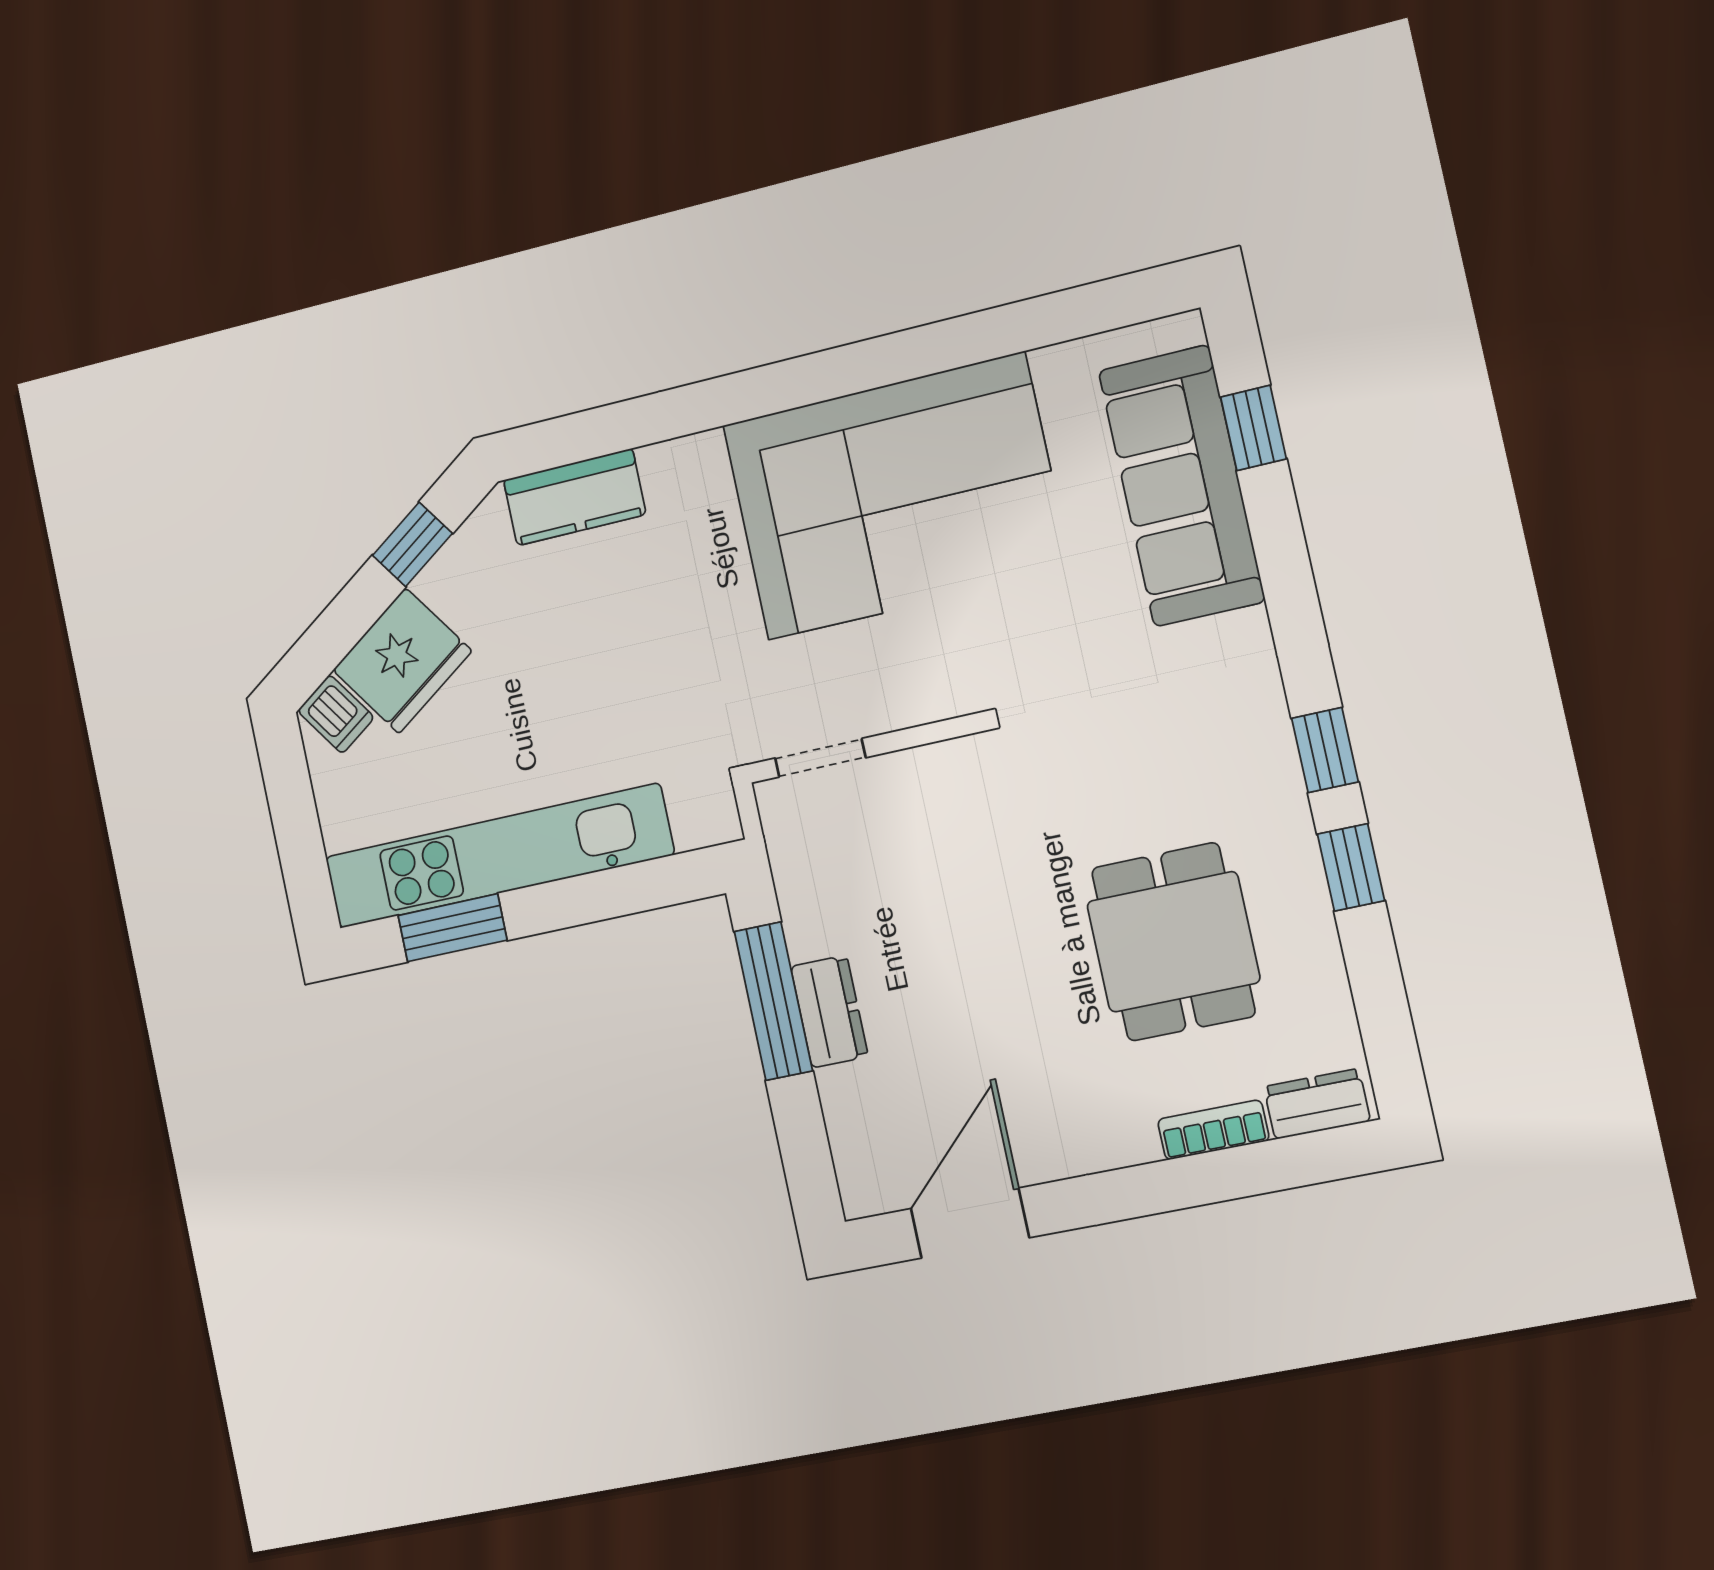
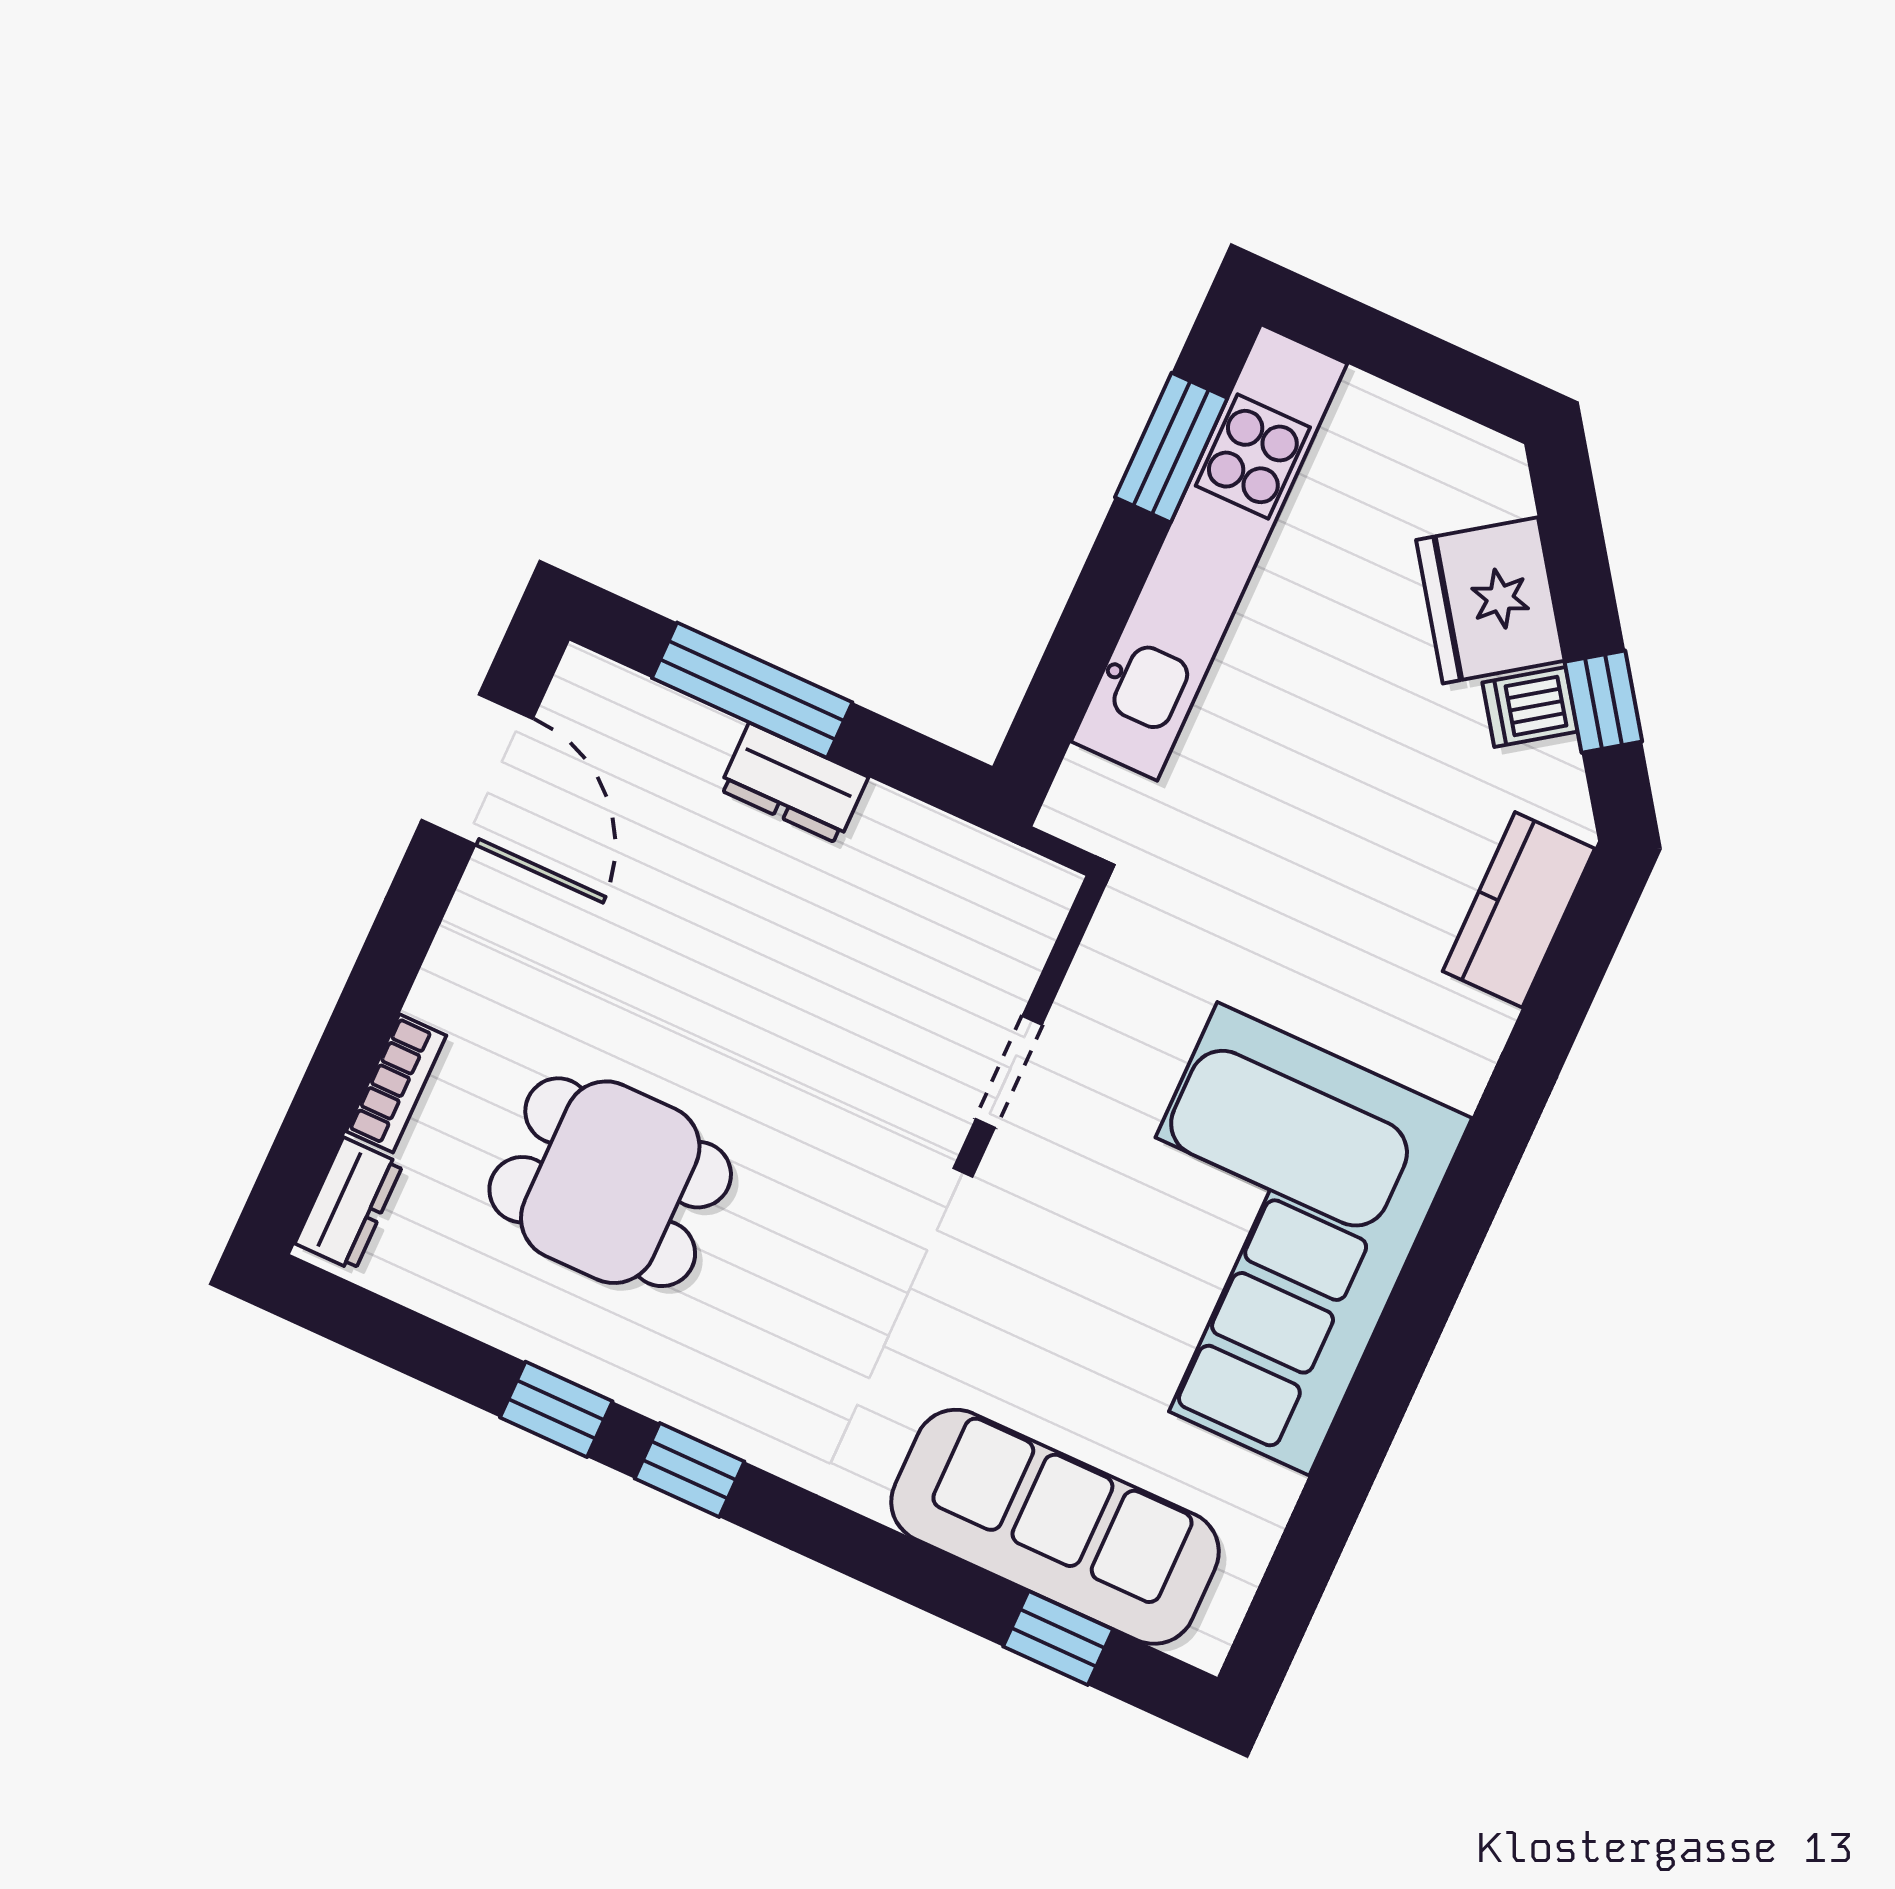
dishwasher: (336, 714) -> (1530, 707), moved
doorway: (820, 758) -> (1009, 1072), moved
window: (773, 1001) -> (752, 690), moved

